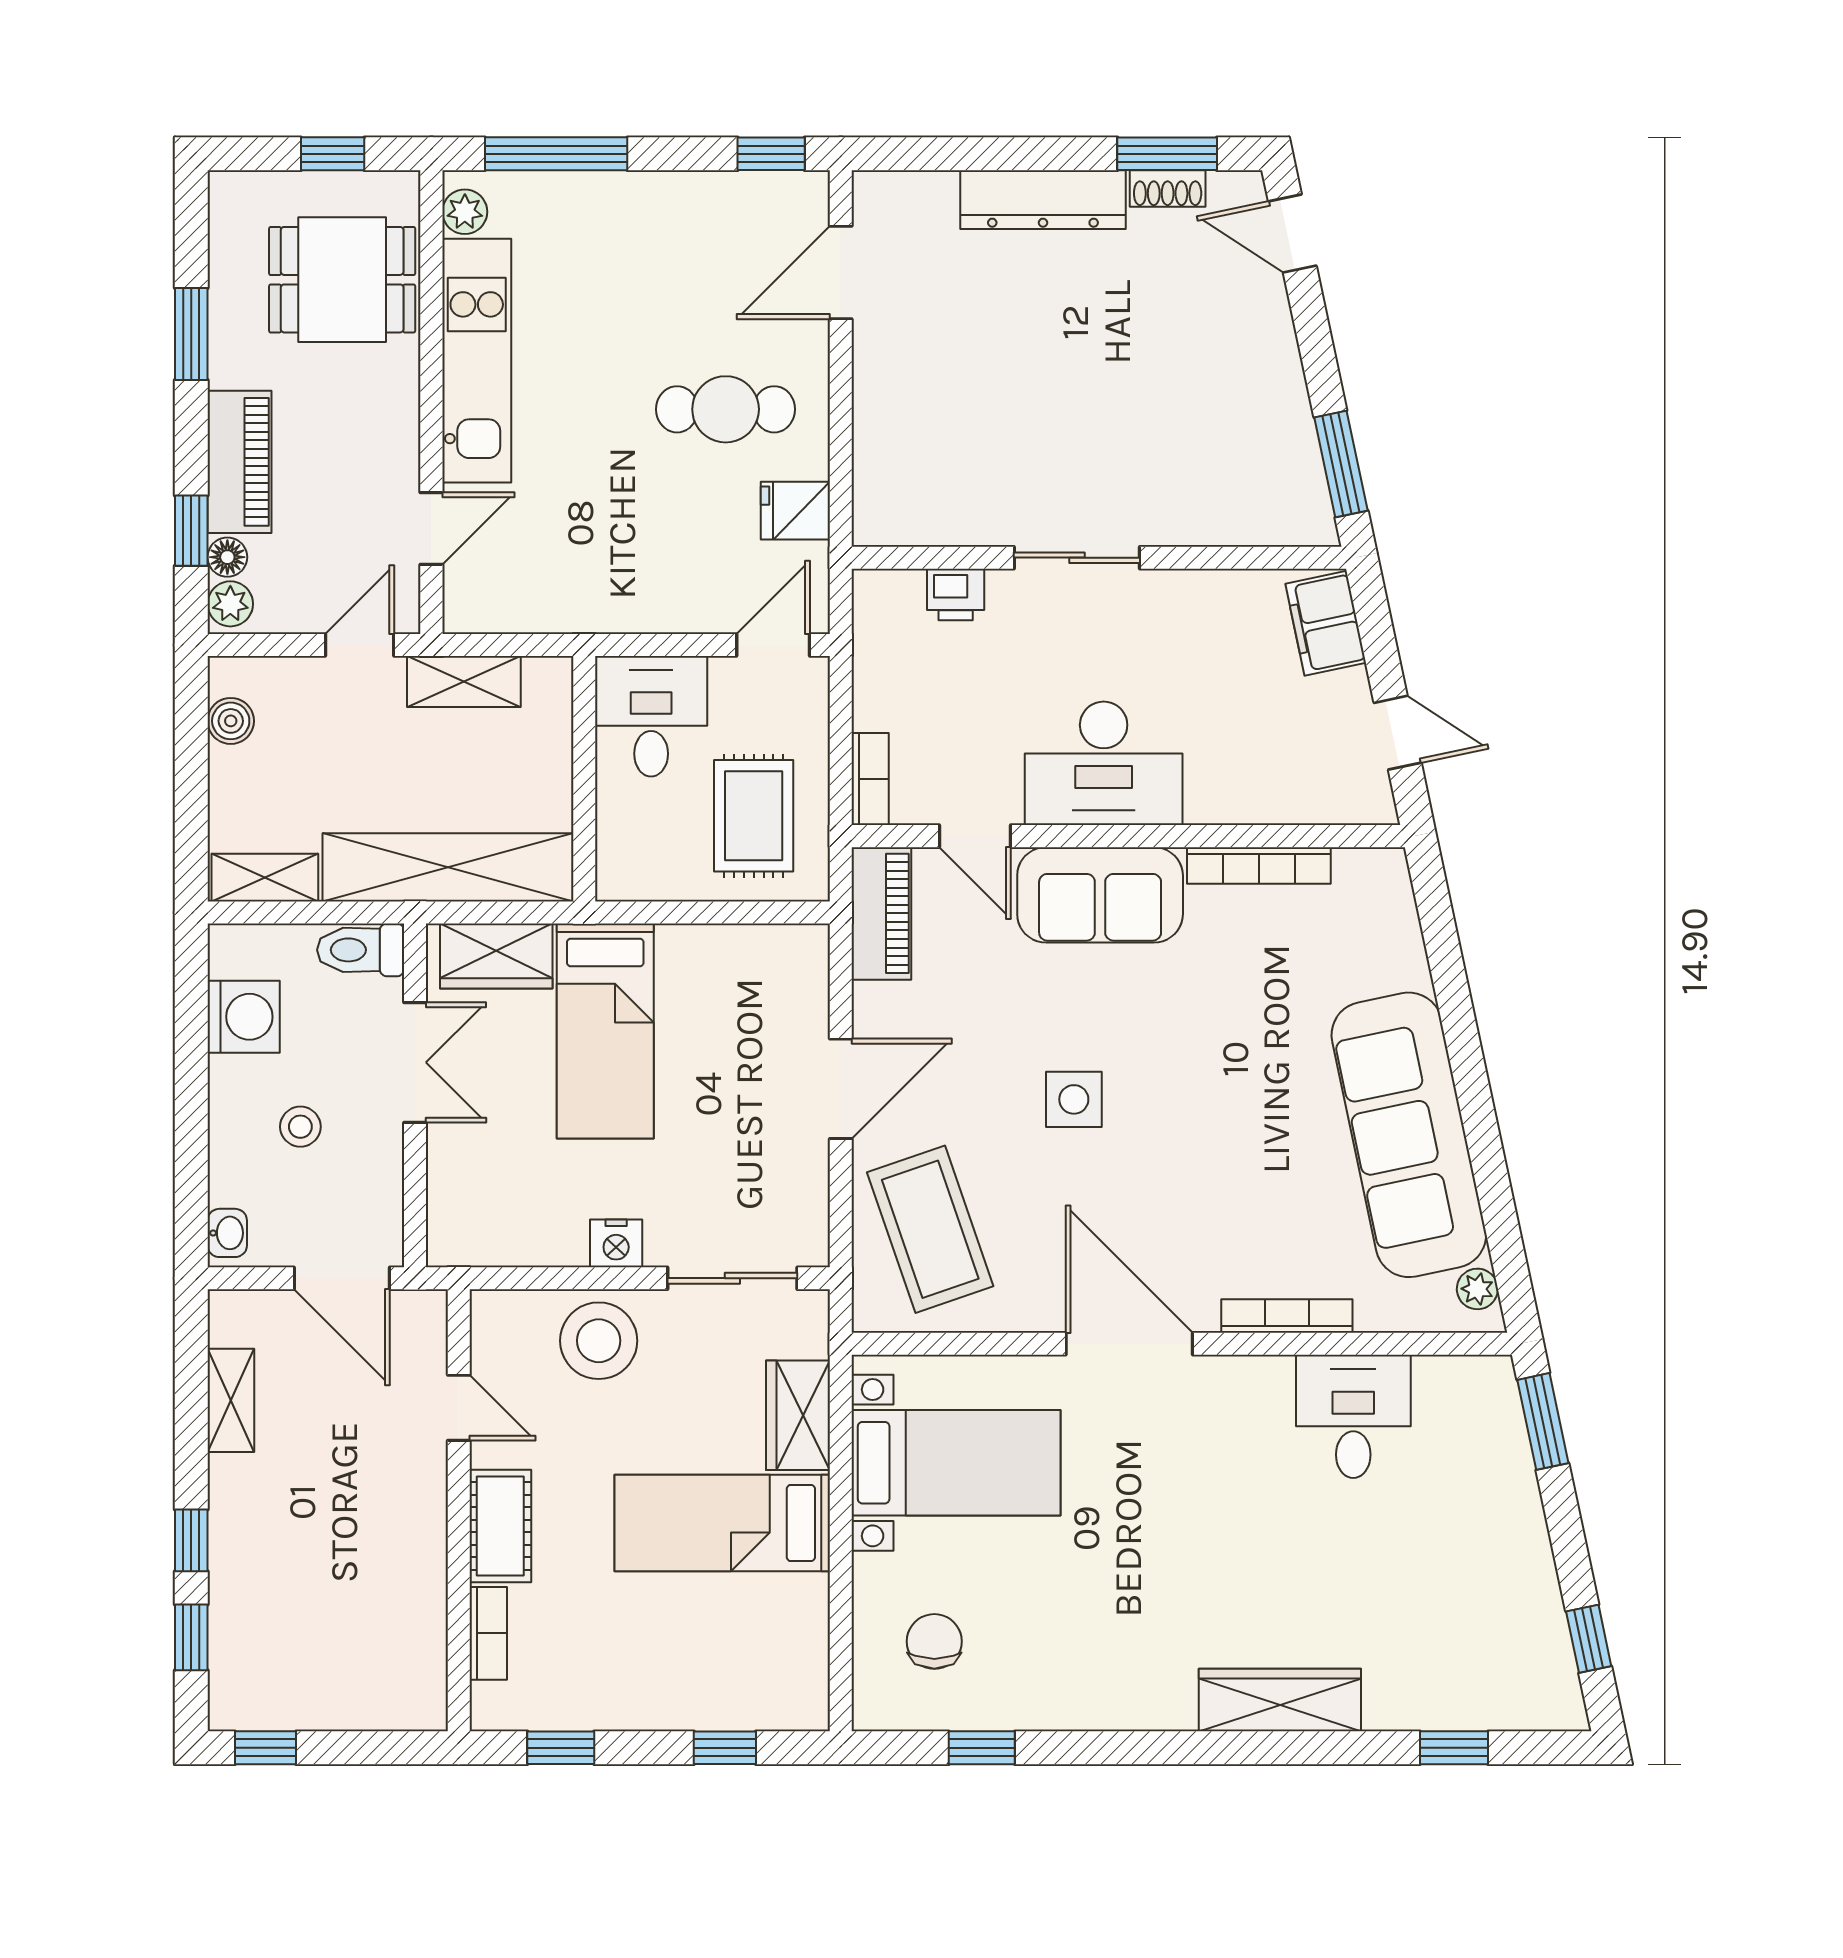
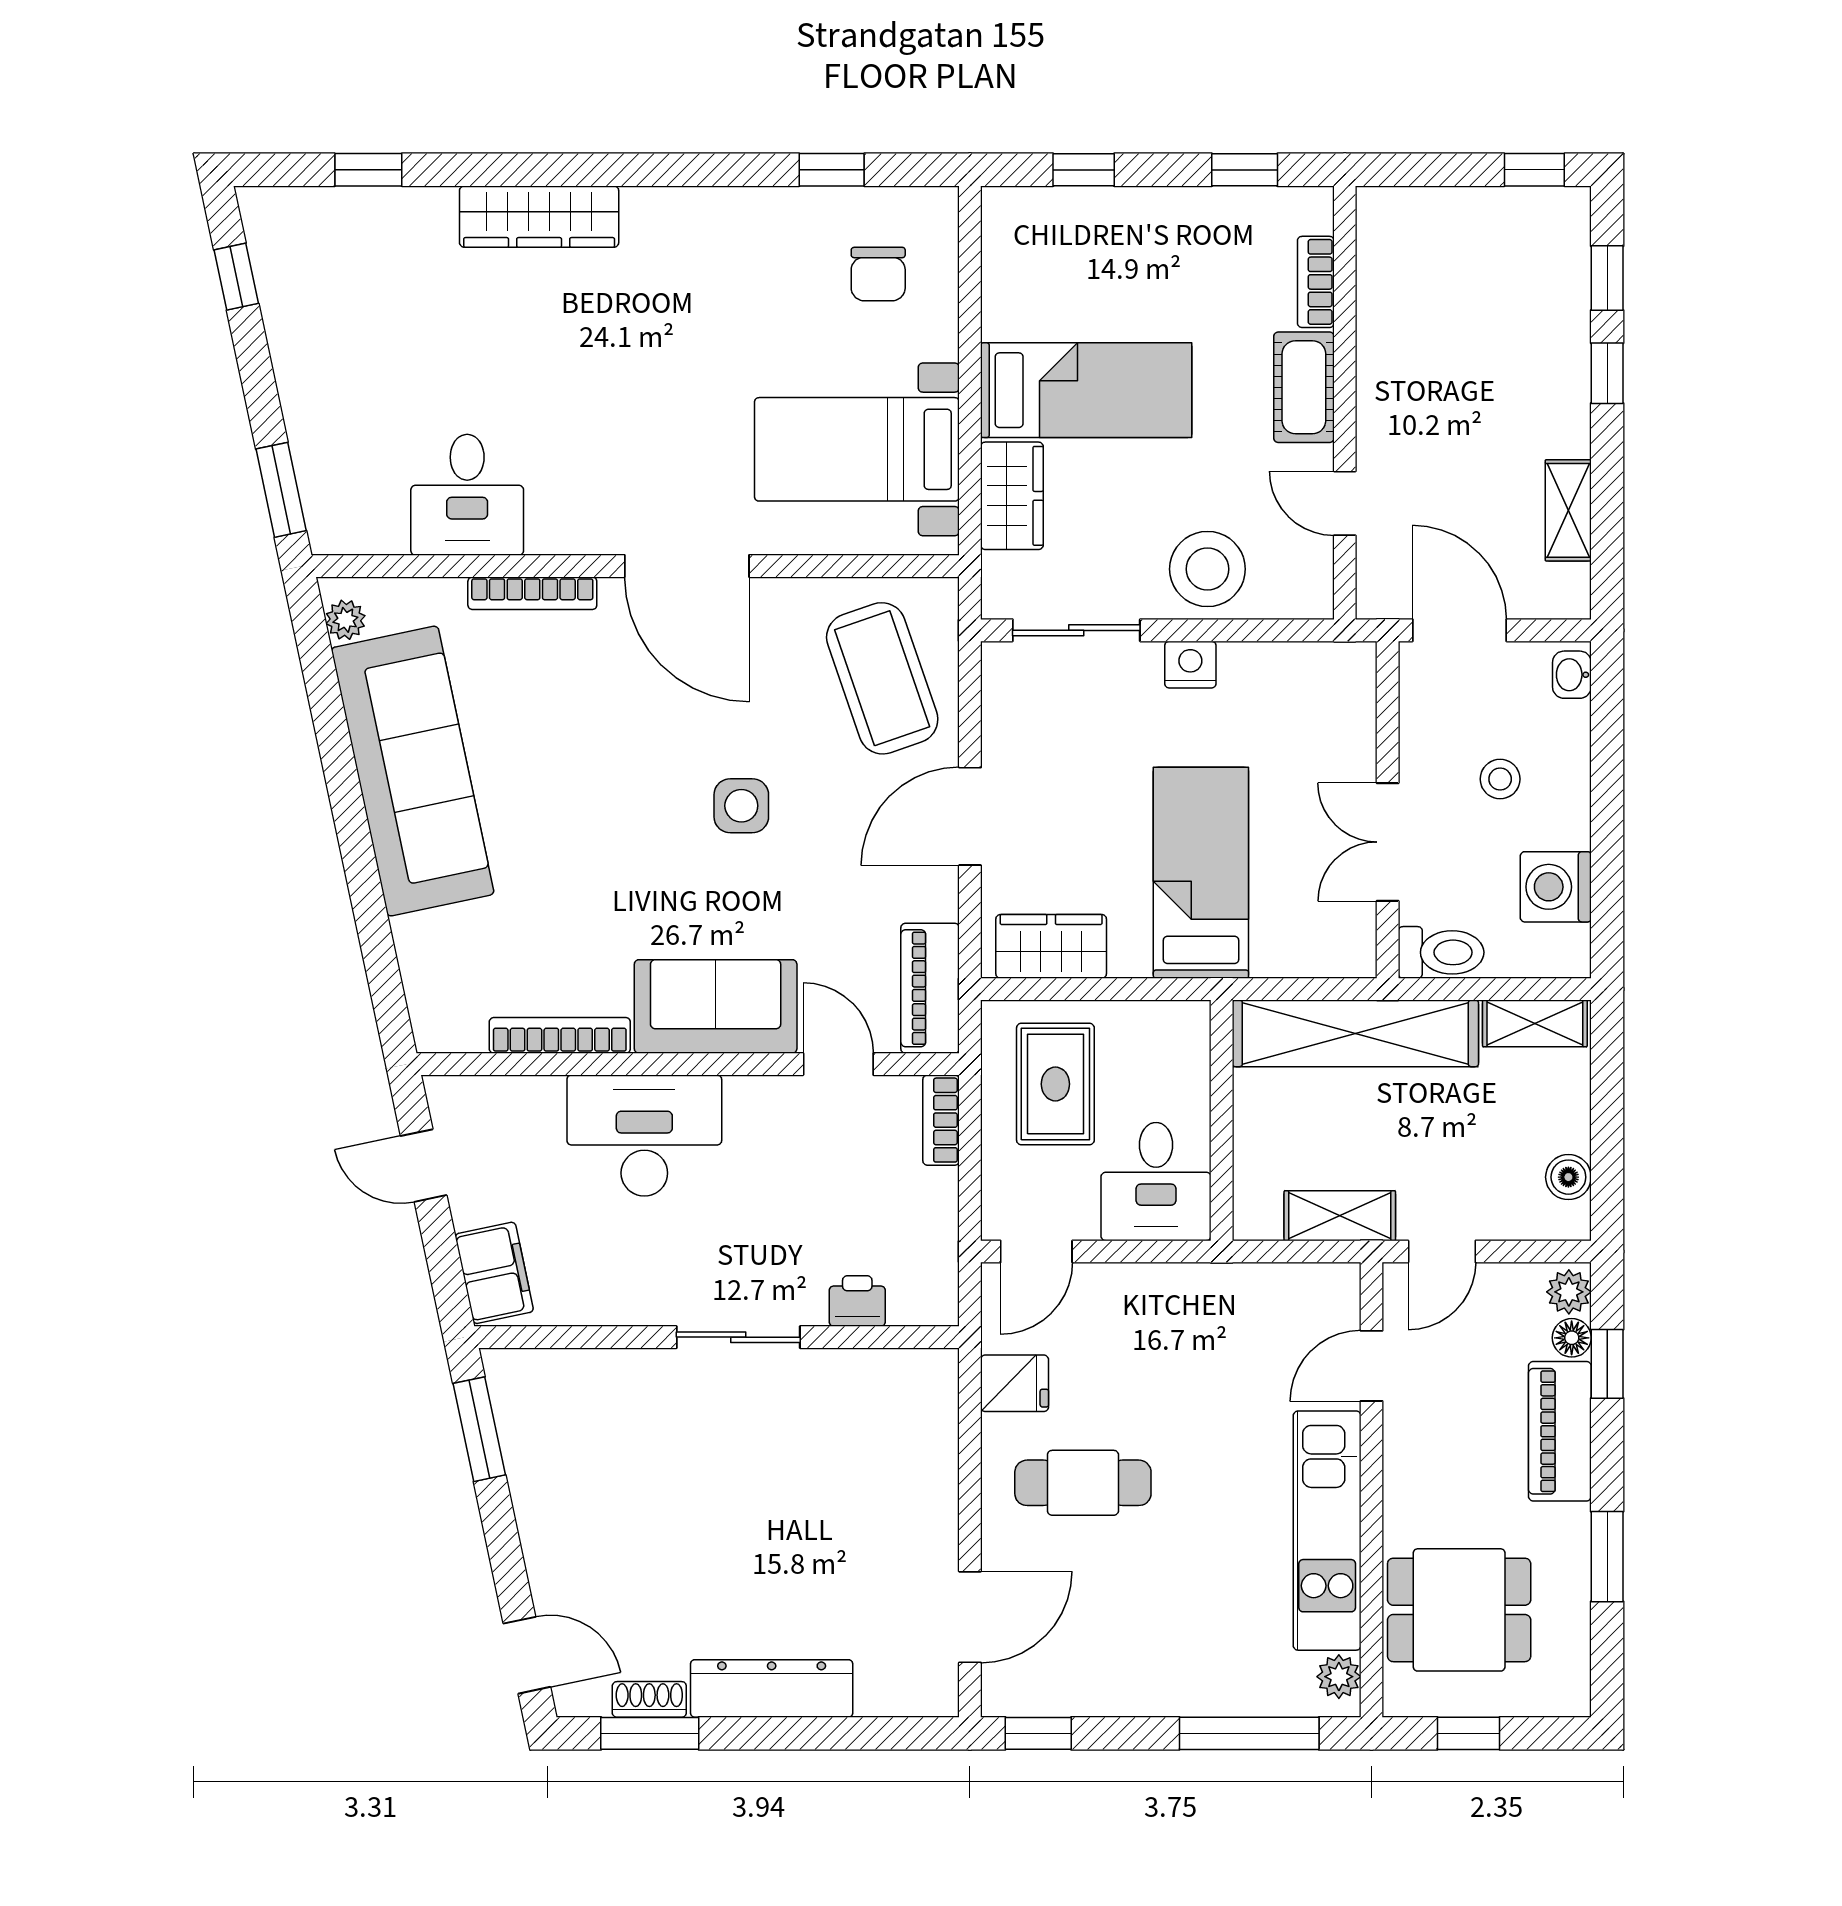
desk: (1104, 763) -> (644, 1135), moved
wardrobe: (496, 956) -> (1051, 946), moved

